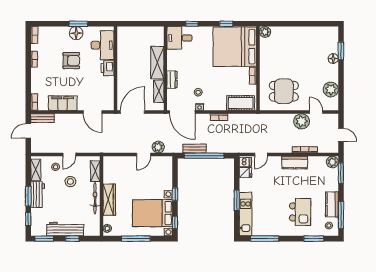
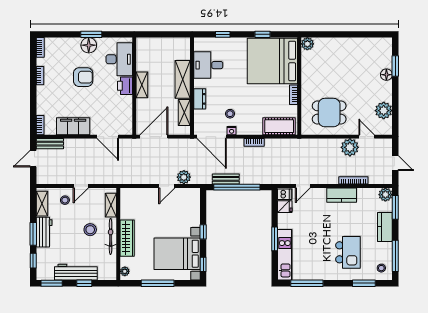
desk: (179, 38) -> (208, 65), moved
shelving: (122, 67) -> (142, 85), added
stool: (70, 182) -> (90, 230), moved
kitchen counter: (332, 204) -> (385, 227), moved

